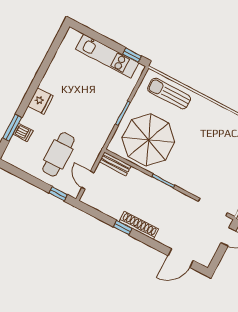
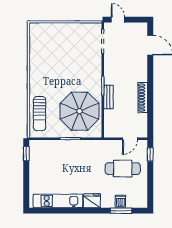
kitchen unit: (107, 56) -> (58, 201), moved, turned -90
bench: (115, 164) -> (108, 97), moved
shoe rack: (139, 225) -> (143, 98), moved
window: (123, 228) -> (150, 97), removed

